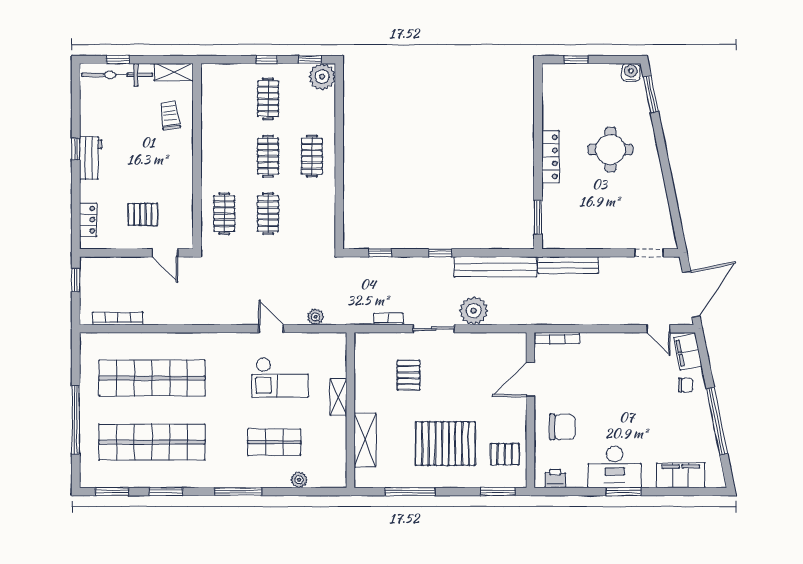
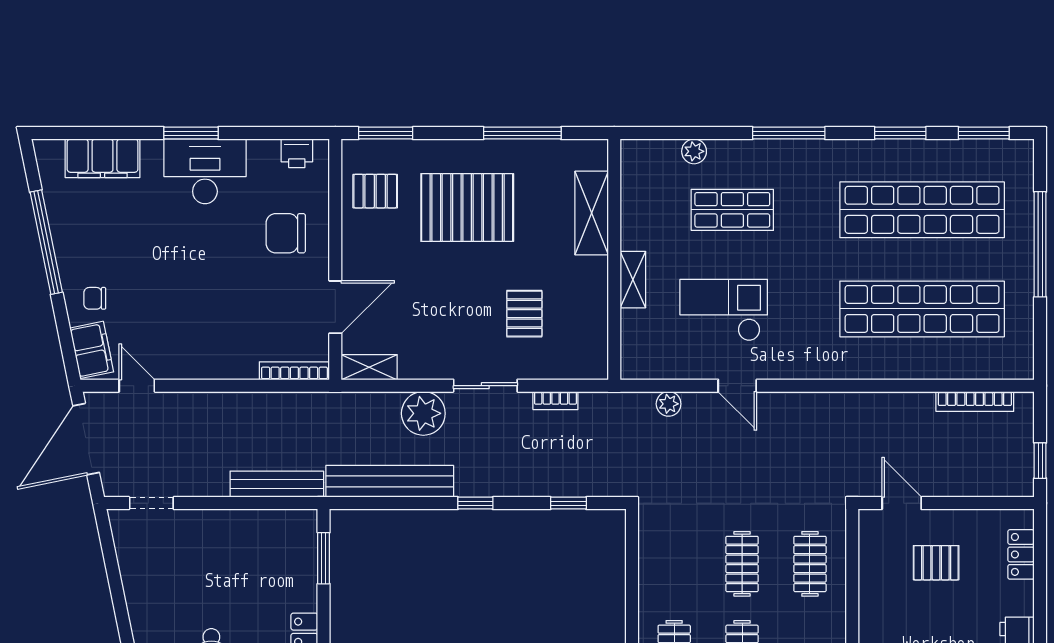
shelving: (509, 341) -> (369, 367), added

